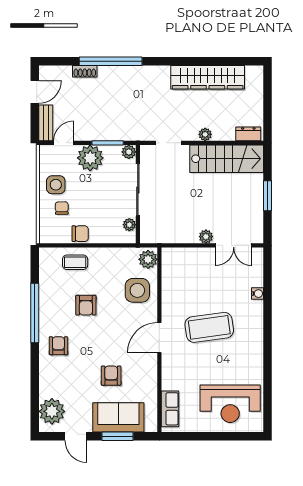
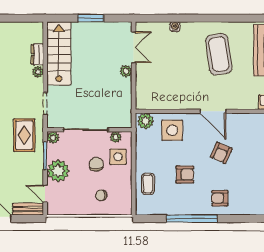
rug: (132, 119) -> (24, 135), added
dresser: (248, 134) -> (37, 54), moved
side table: (56, 185) -> (118, 157), moved
chair: (80, 234) -> (96, 164), moved
coffee table: (209, 327) -> (219, 54), moved
armchair: (111, 376) -> (221, 153), moved, turned -66

